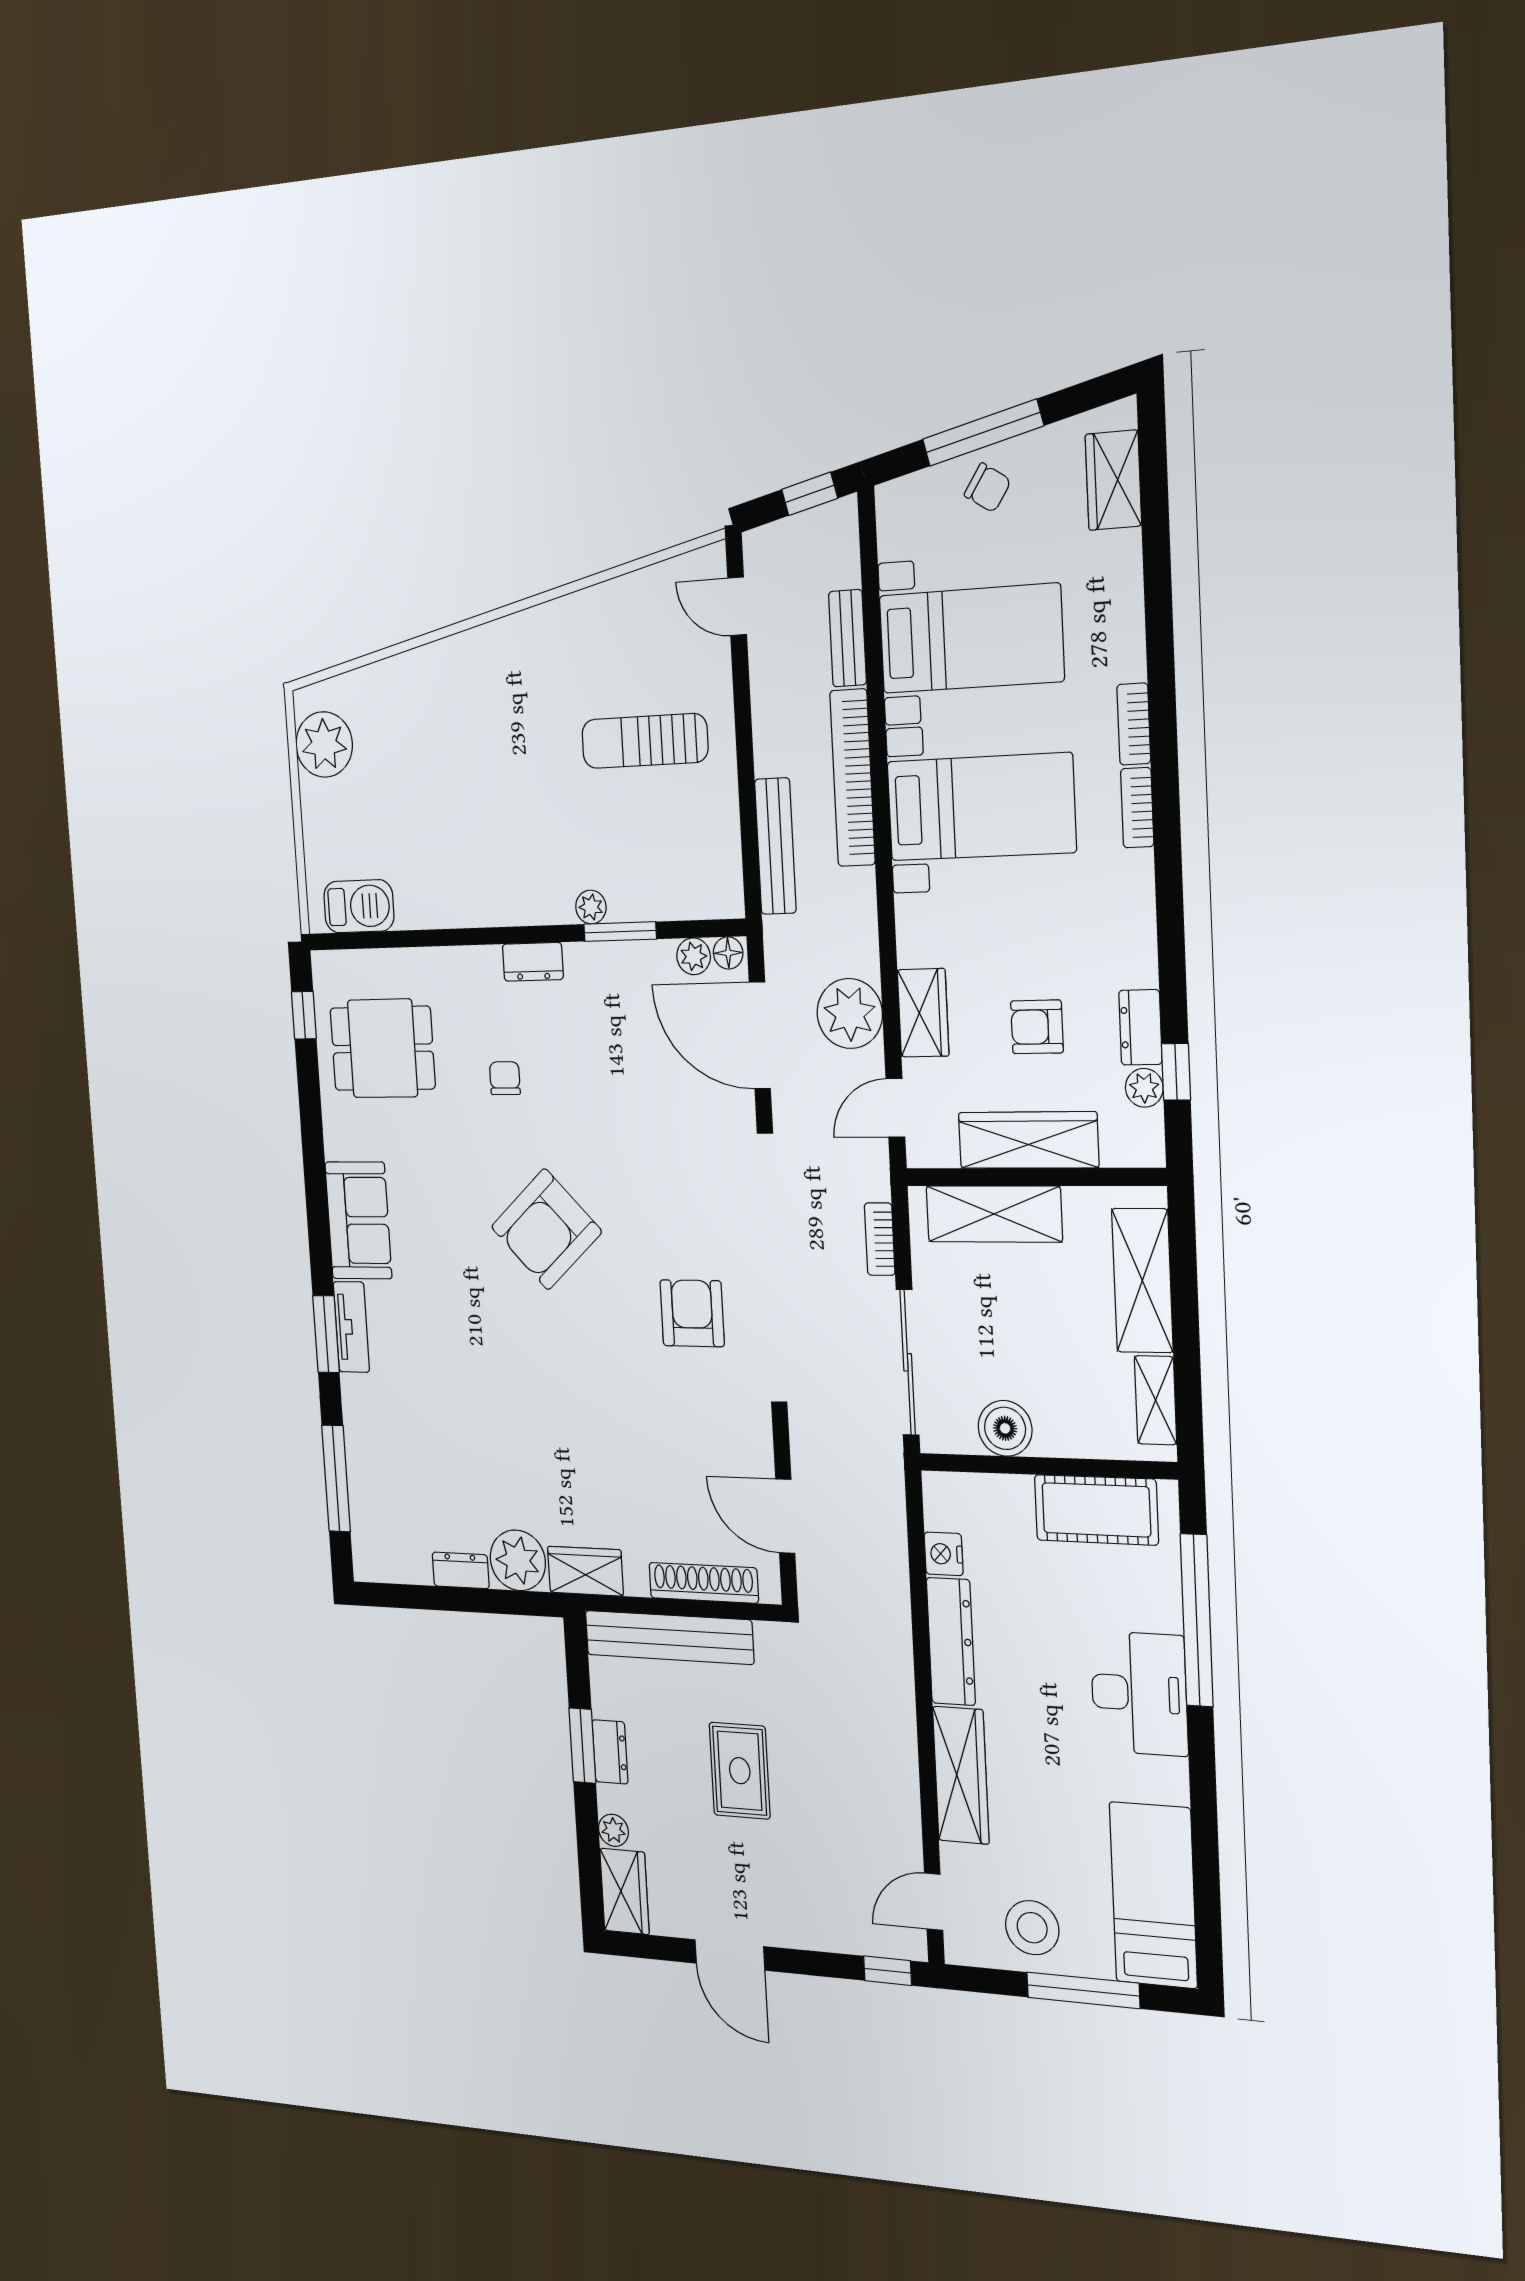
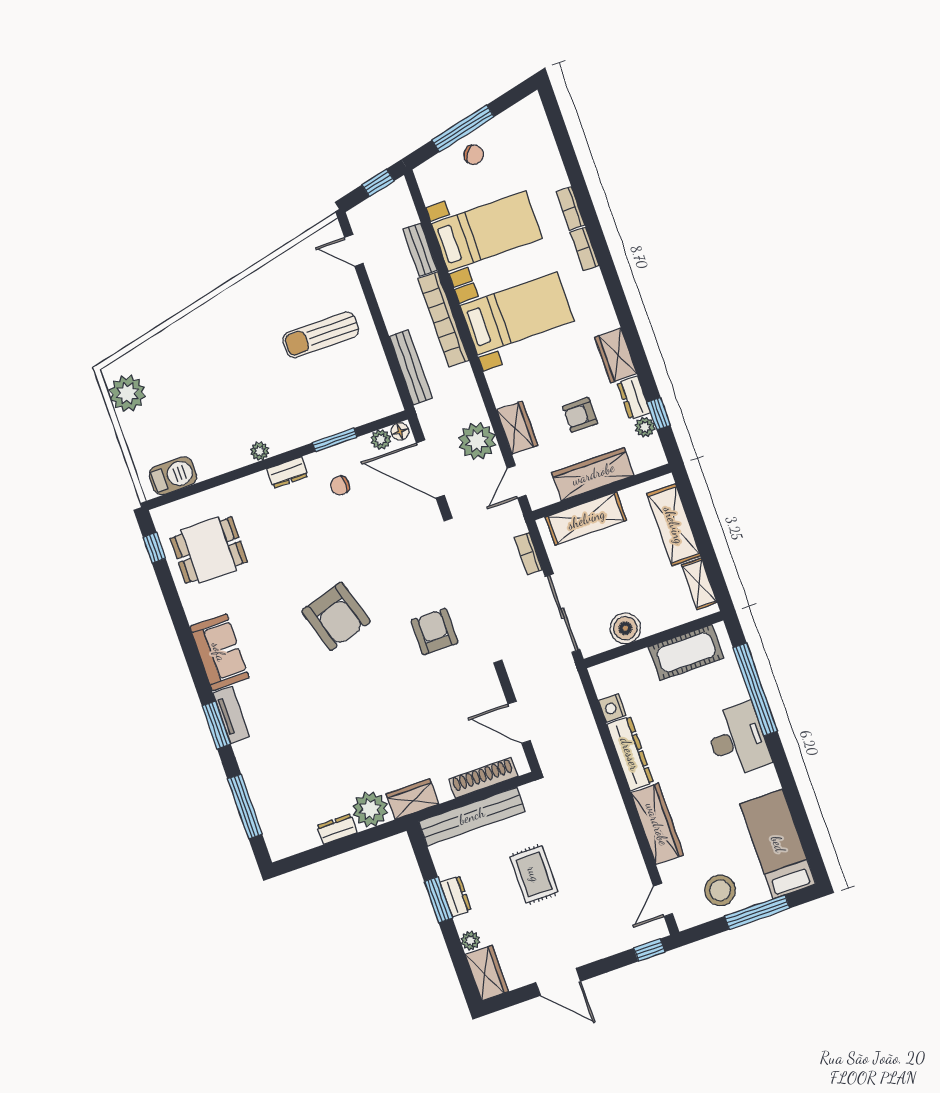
wardrobe: (1113, 480) -> (616, 355), moved
bookcase: (1137, 808) -> (571, 208), moved
plant: (591, 907) -> (260, 451), moved
chair: (505, 1078) -> (340, 485), moved, turned -90
armchair: (546, 1229) -> (336, 616), turned -64

